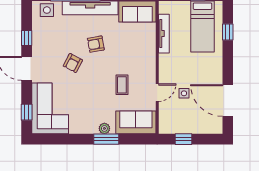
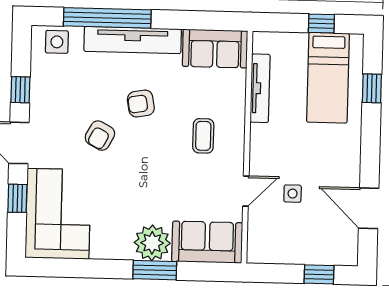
coffee table: (122, 85) -> (203, 136), moved
door: (228, 101) -> (369, 208), width x0.73
window: (27, 112) -> (17, 198), moved
plant: (104, 128) -> (152, 243), width x1.88, depth x1.88
window: (183, 139) -> (319, 274), moved

